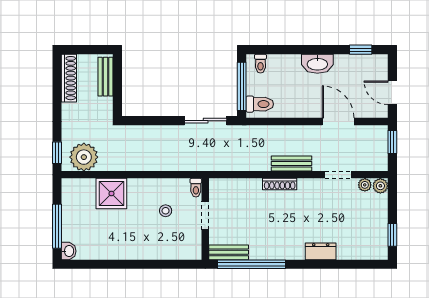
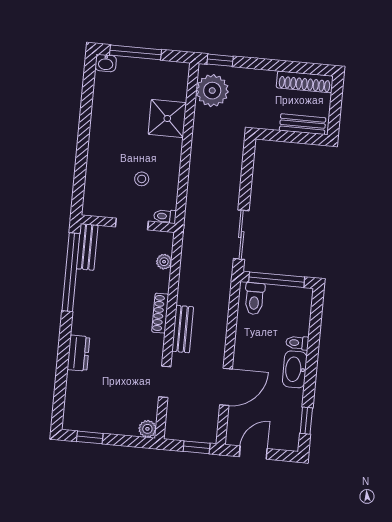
toilet: (260, 64) -> (297, 343), moved
plant: (365, 185) -> (164, 262), moved

